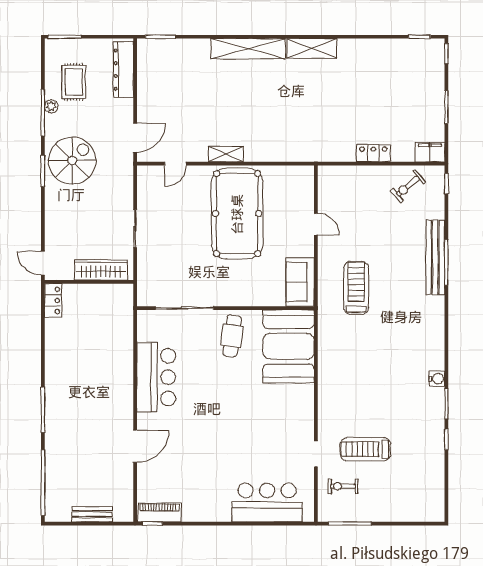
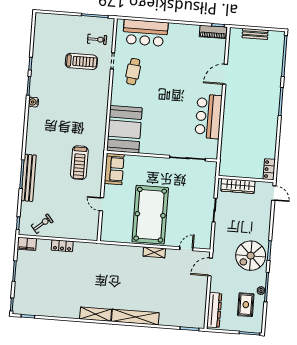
cafe table: (232, 336) -> (133, 72), moved

